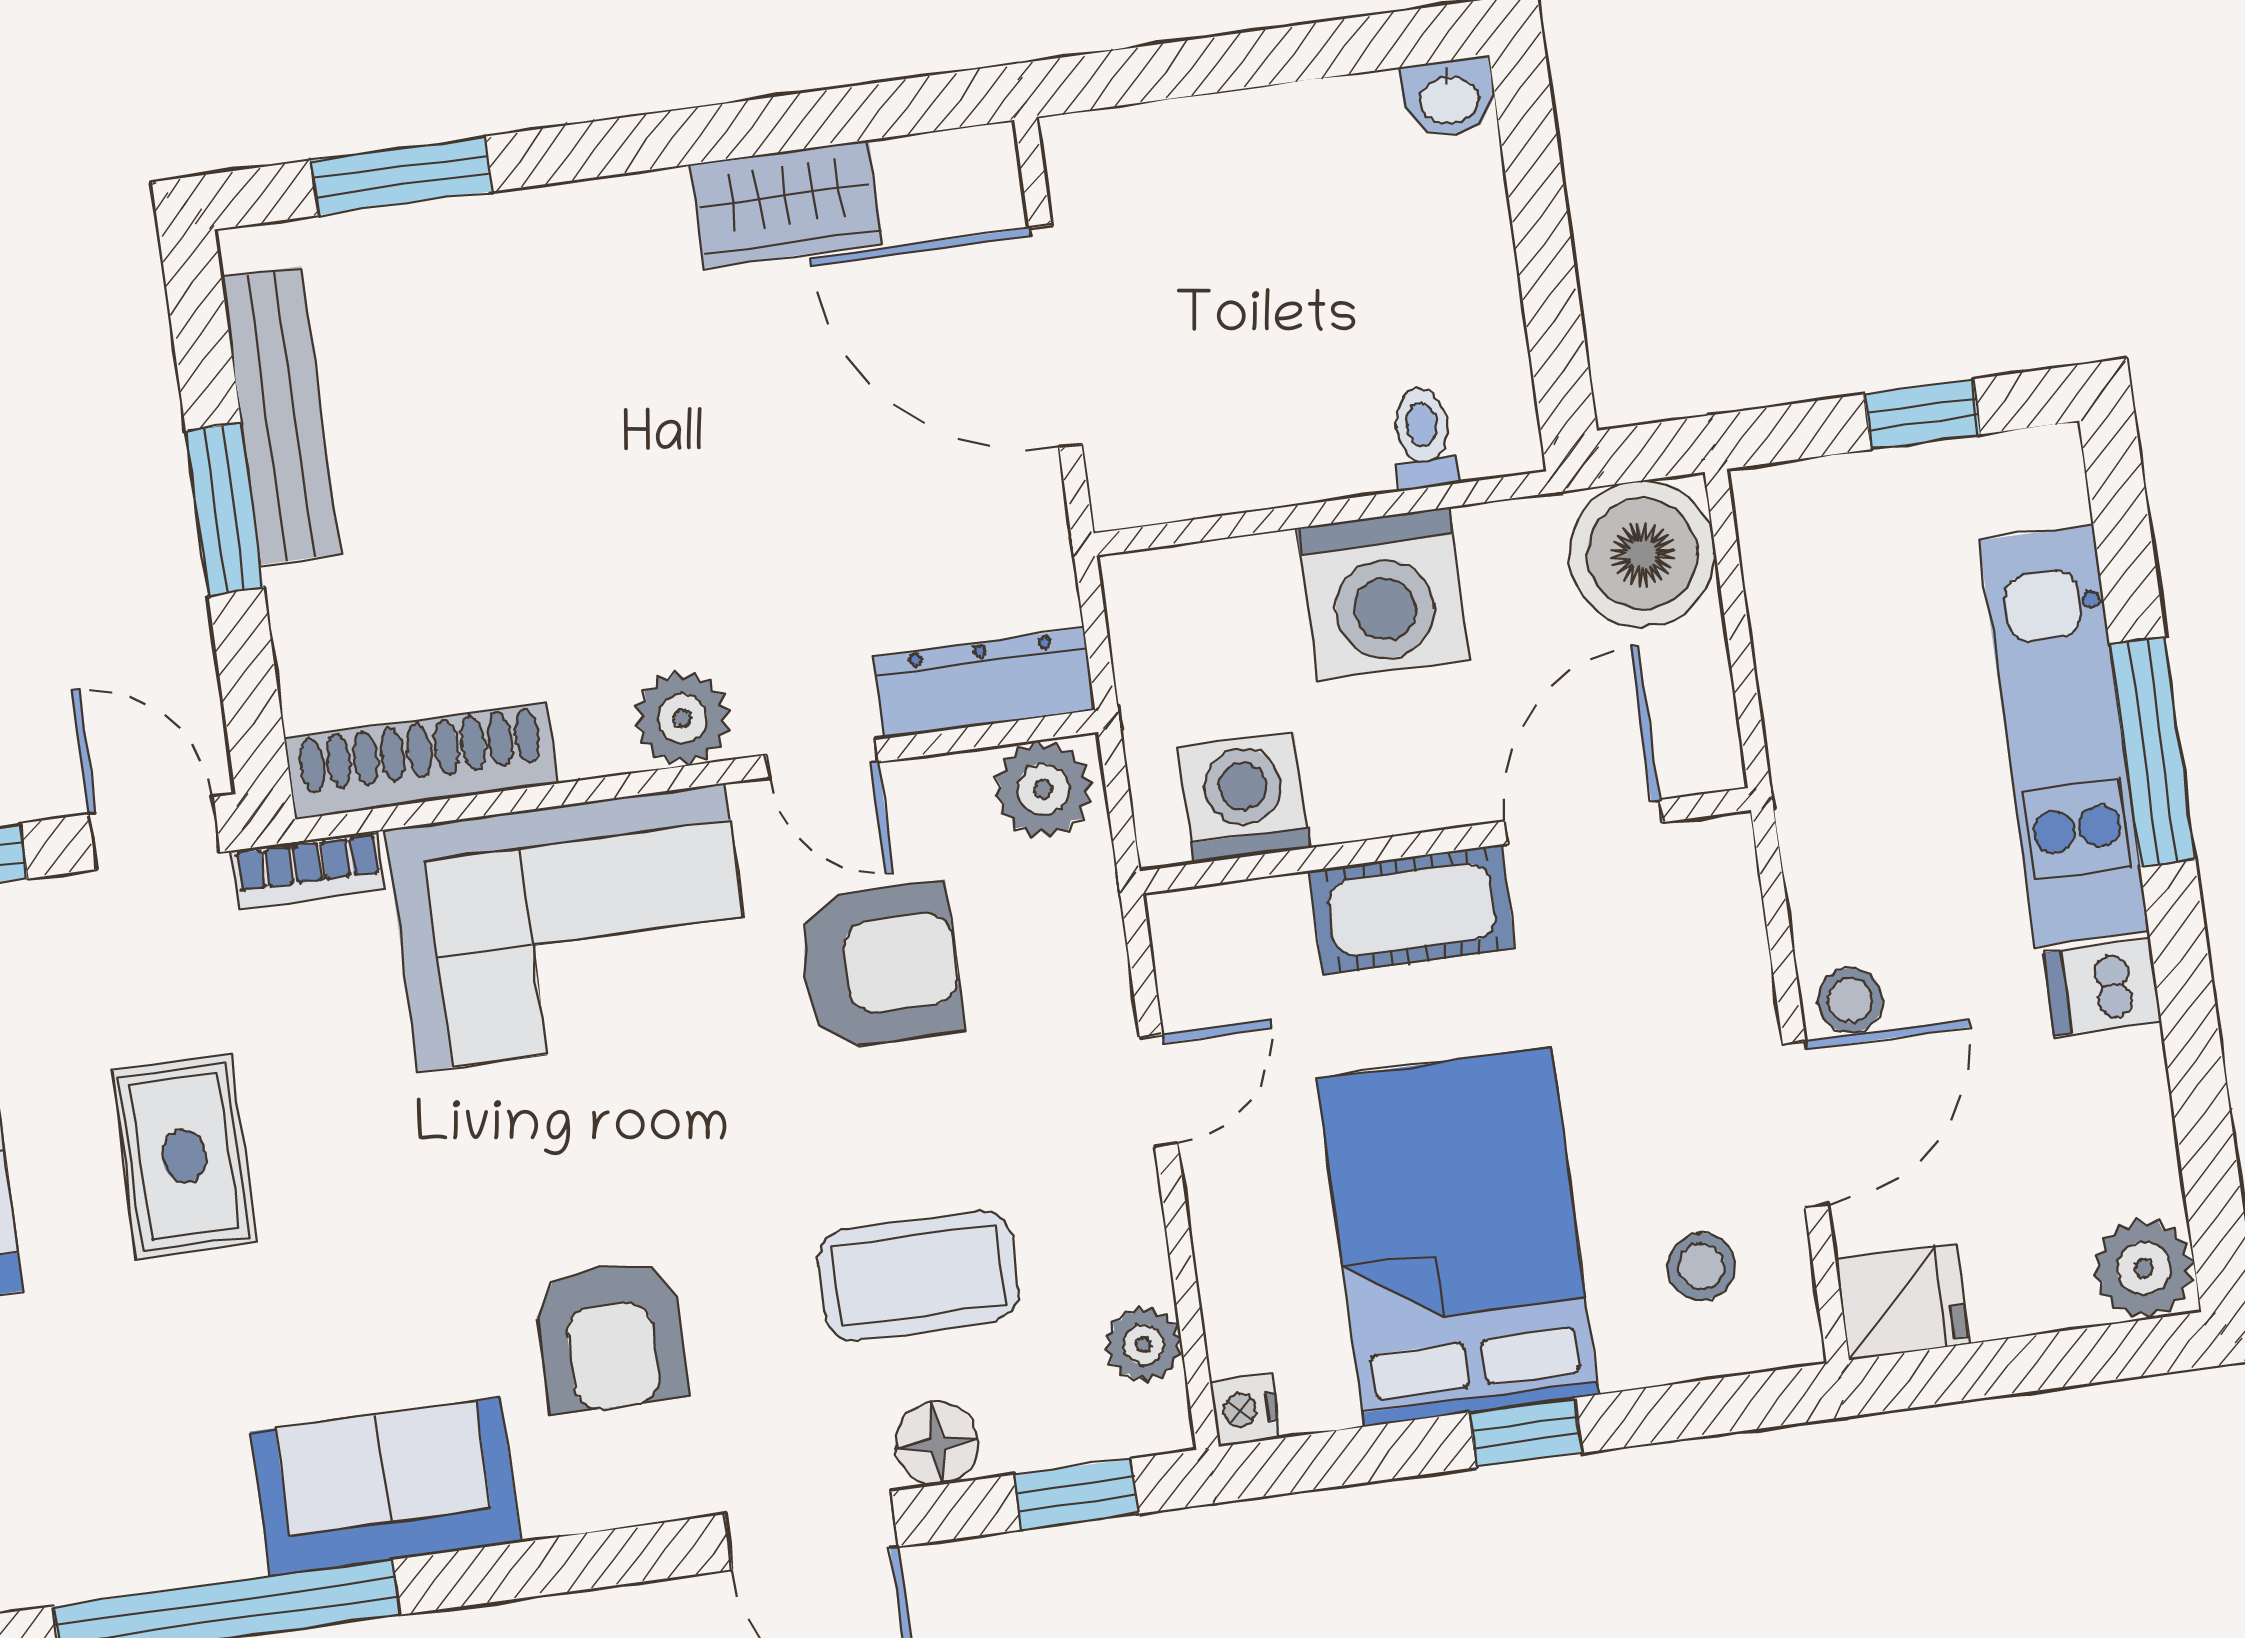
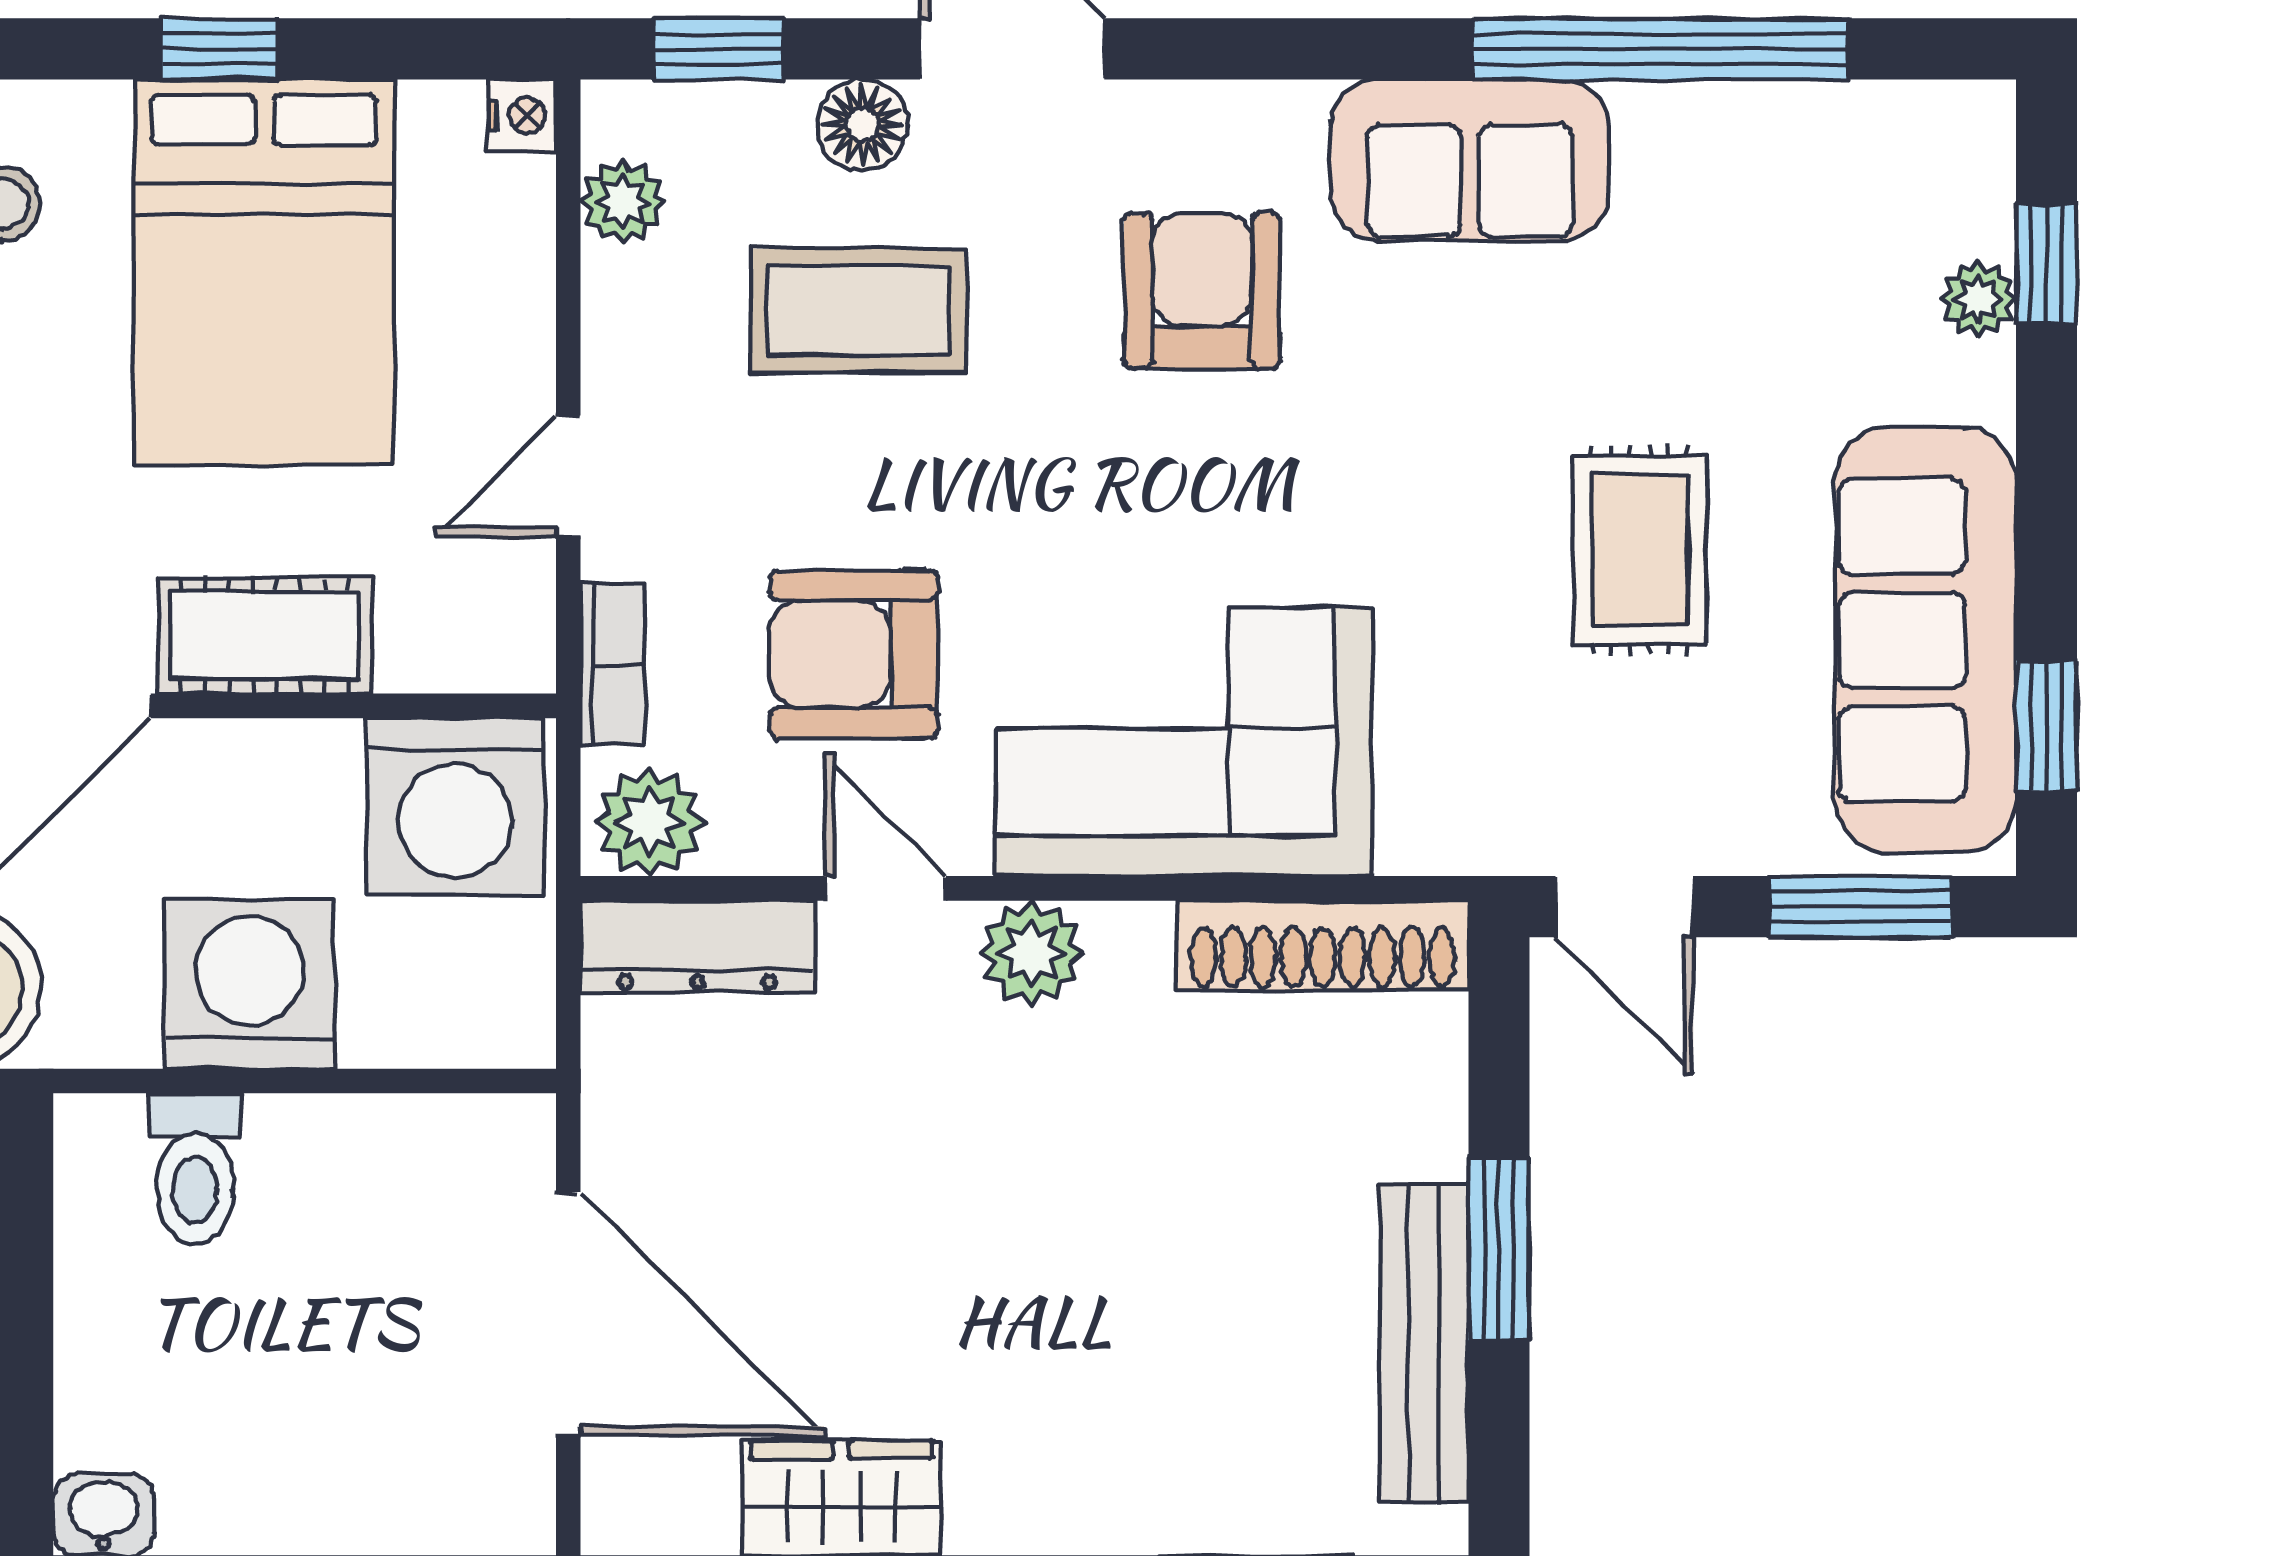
toilet: (1423, 438) -> (195, 1169), width x1.37, depth x1.39
washing machine: (1244, 798) -> (455, 807), width x1.37, depth x1.37
bookcase: (308, 870) -> (613, 664), moved, turned 90

